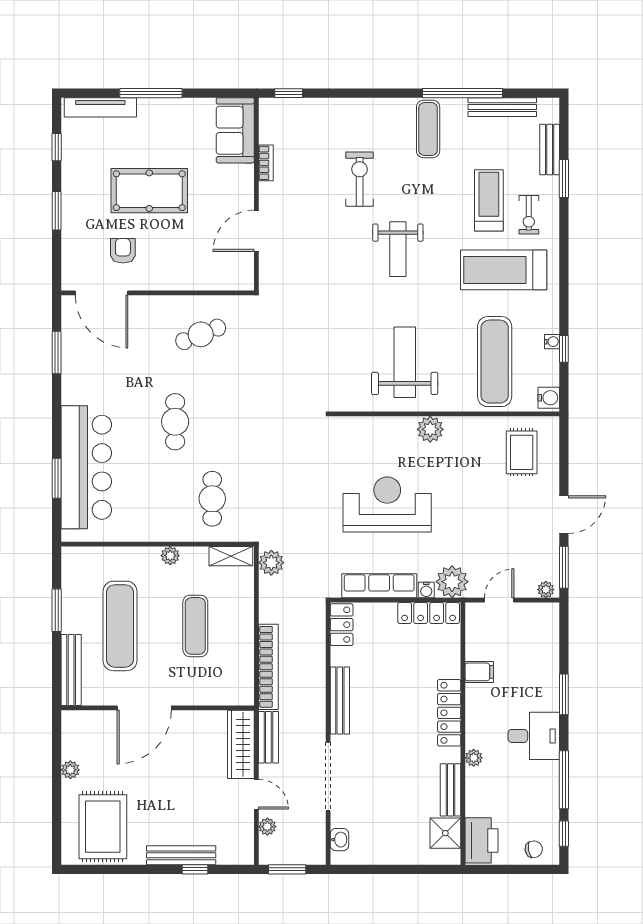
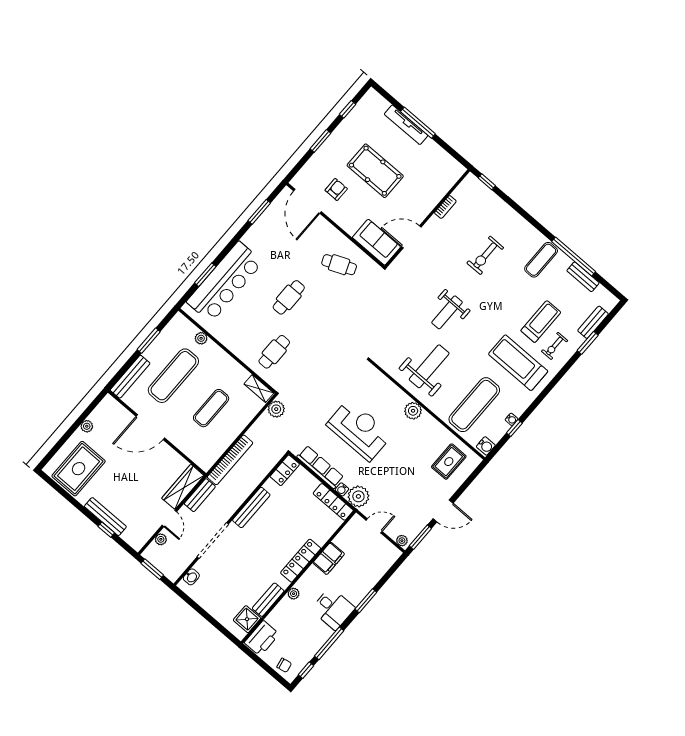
tv unit: (100, 107) -> (406, 125), moved
bench: (502, 107) -> (583, 277), width x0.73
sofa: (235, 130) -> (376, 242), moved, turned 90
exercise bike: (360, 179) -> (485, 255), turned 180
weight bench: (398, 249) -> (447, 312), moved
plant: (170, 556) -> (201, 338), moved
filing cabinet: (479, 672) -> (329, 558), width x2.00

